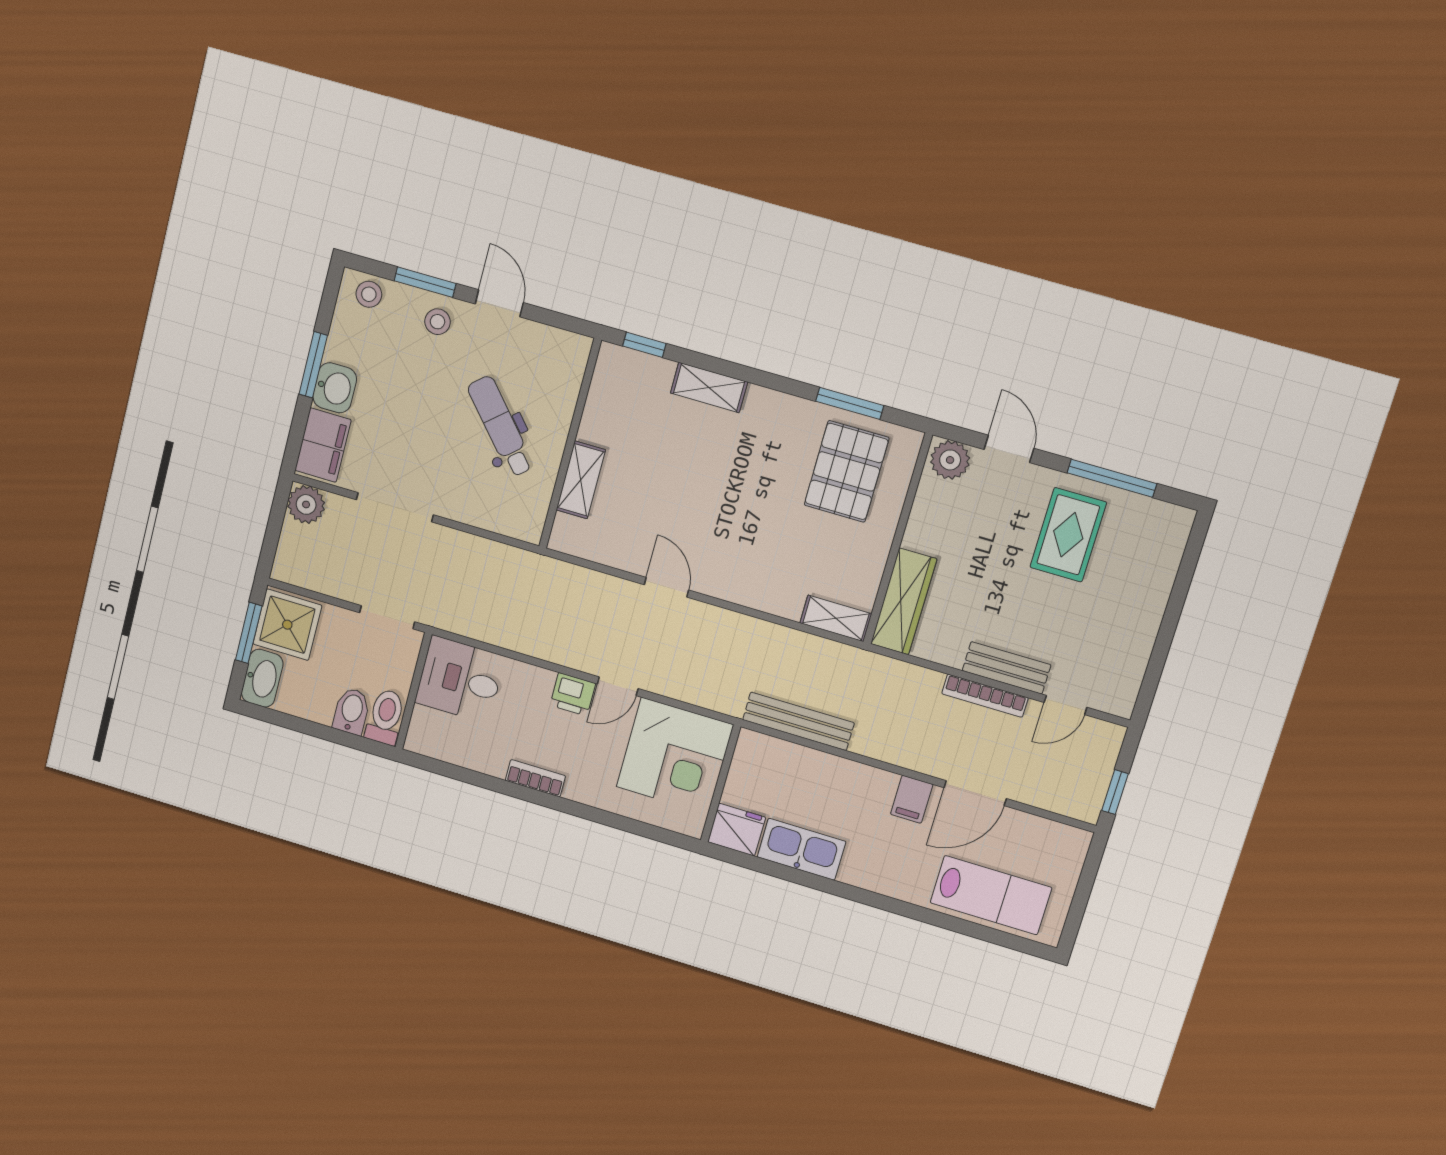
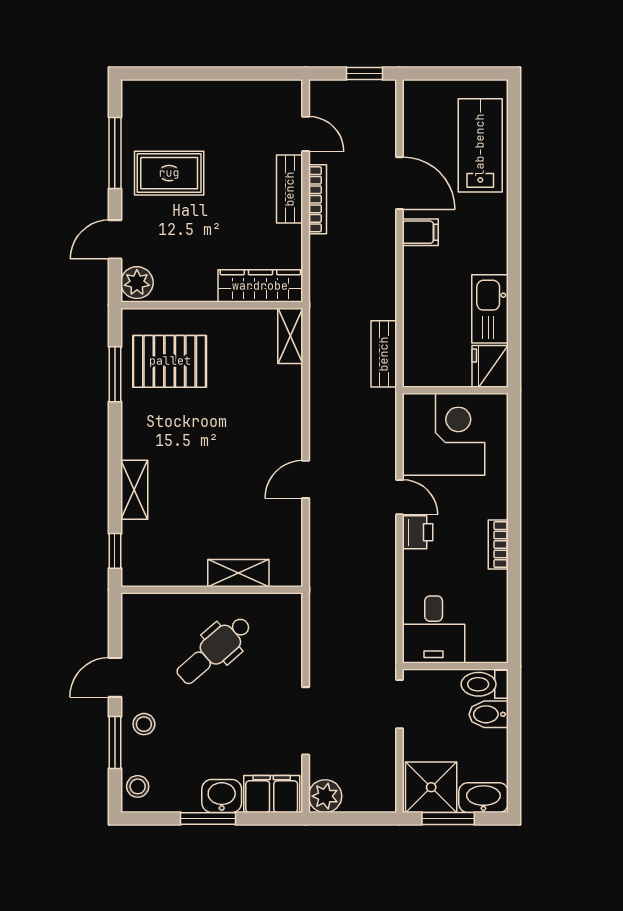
bench: (798, 721) -> (384, 354), width x0.73

